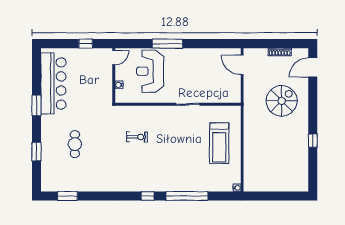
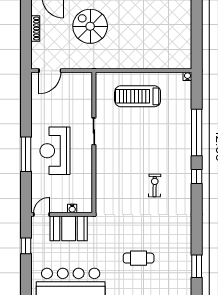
door: (114, 58) -> (42, 214), hinge flipped
reception desk: (150, 71) -> (55, 151), moved, turned 90
booth: (101, 82) -> (69, 228), added
exercise bike: (137, 137) -> (155, 186), moved
treadmill: (219, 143) -> (138, 96), turned 180

